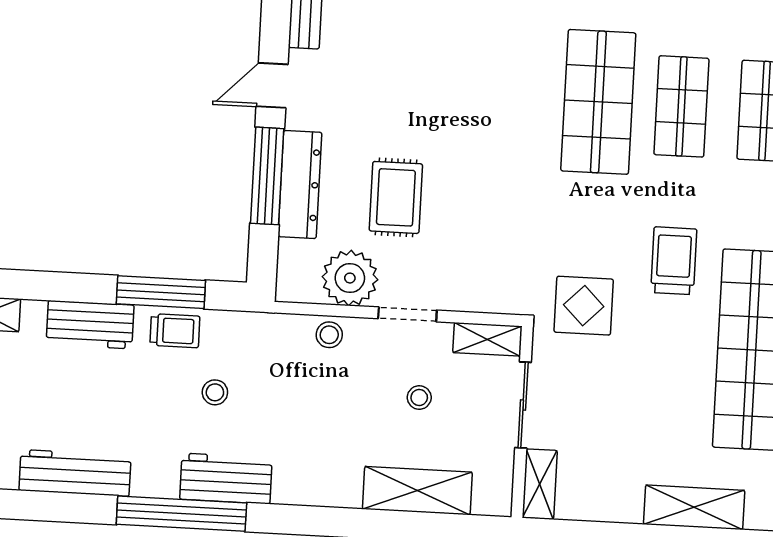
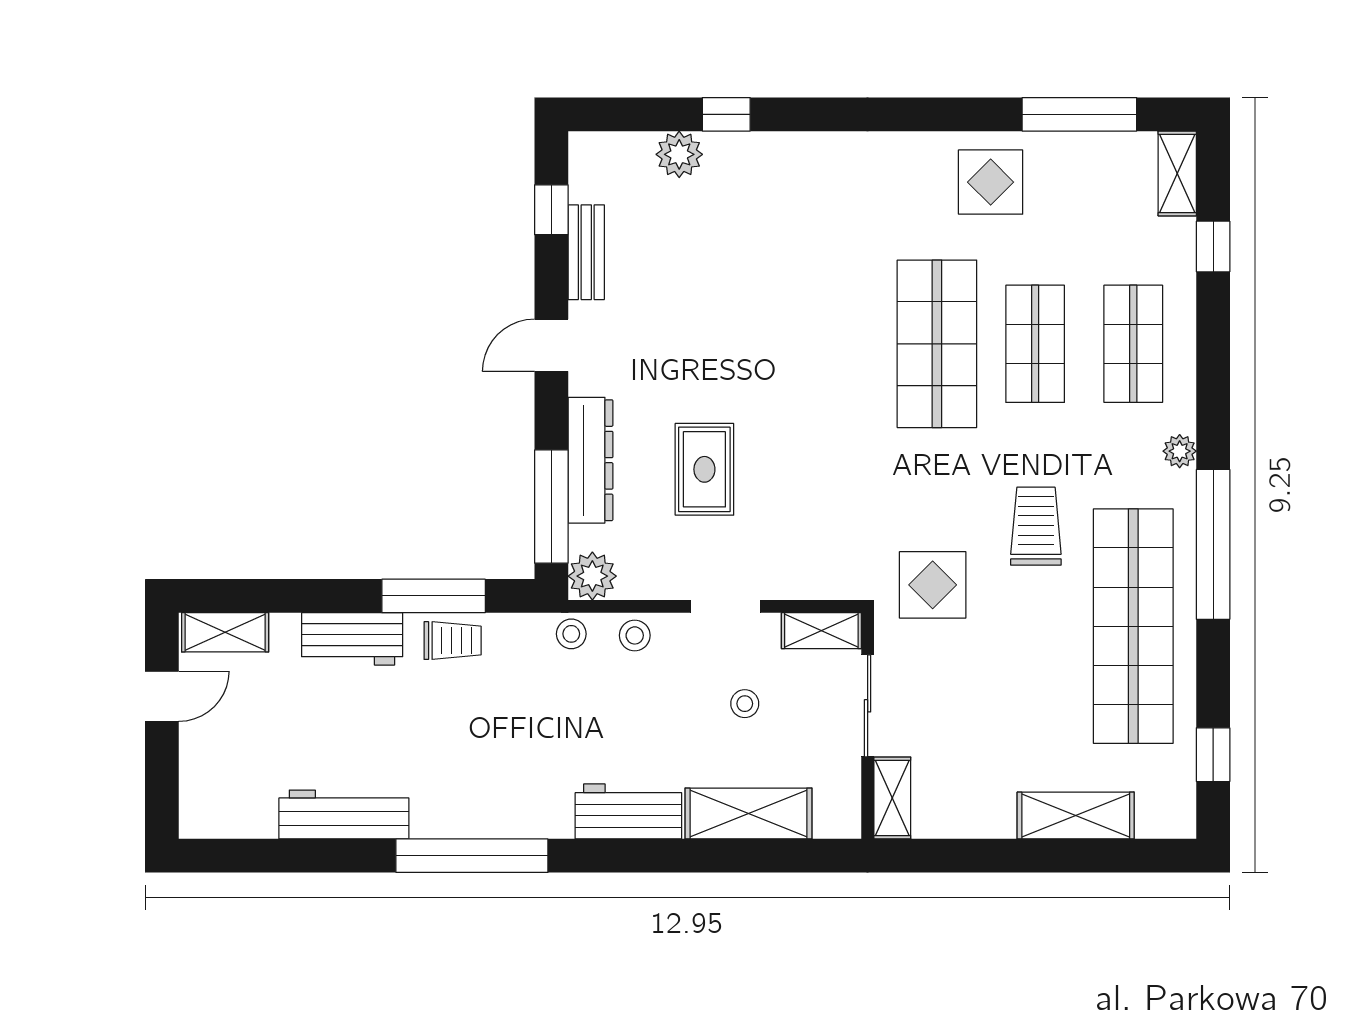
window: (267, 176) -> (551, 507), moved
plant: (350, 278) -> (592, 576), moved, width x0.73, depth x0.73
stool: (215, 392) -> (571, 634), moved
workbench: (226, 478) -> (628, 811), moved

